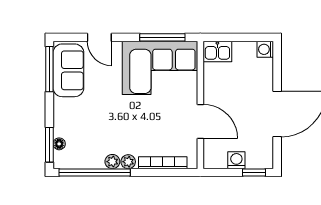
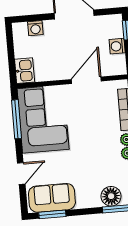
washing machine: (265, 49) -> (35, 28), moved
window: (49, 69) -> (52, 214), width x0.69
floor lamp: (59, 144) -> (111, 196), width x1.89, depth x1.89

